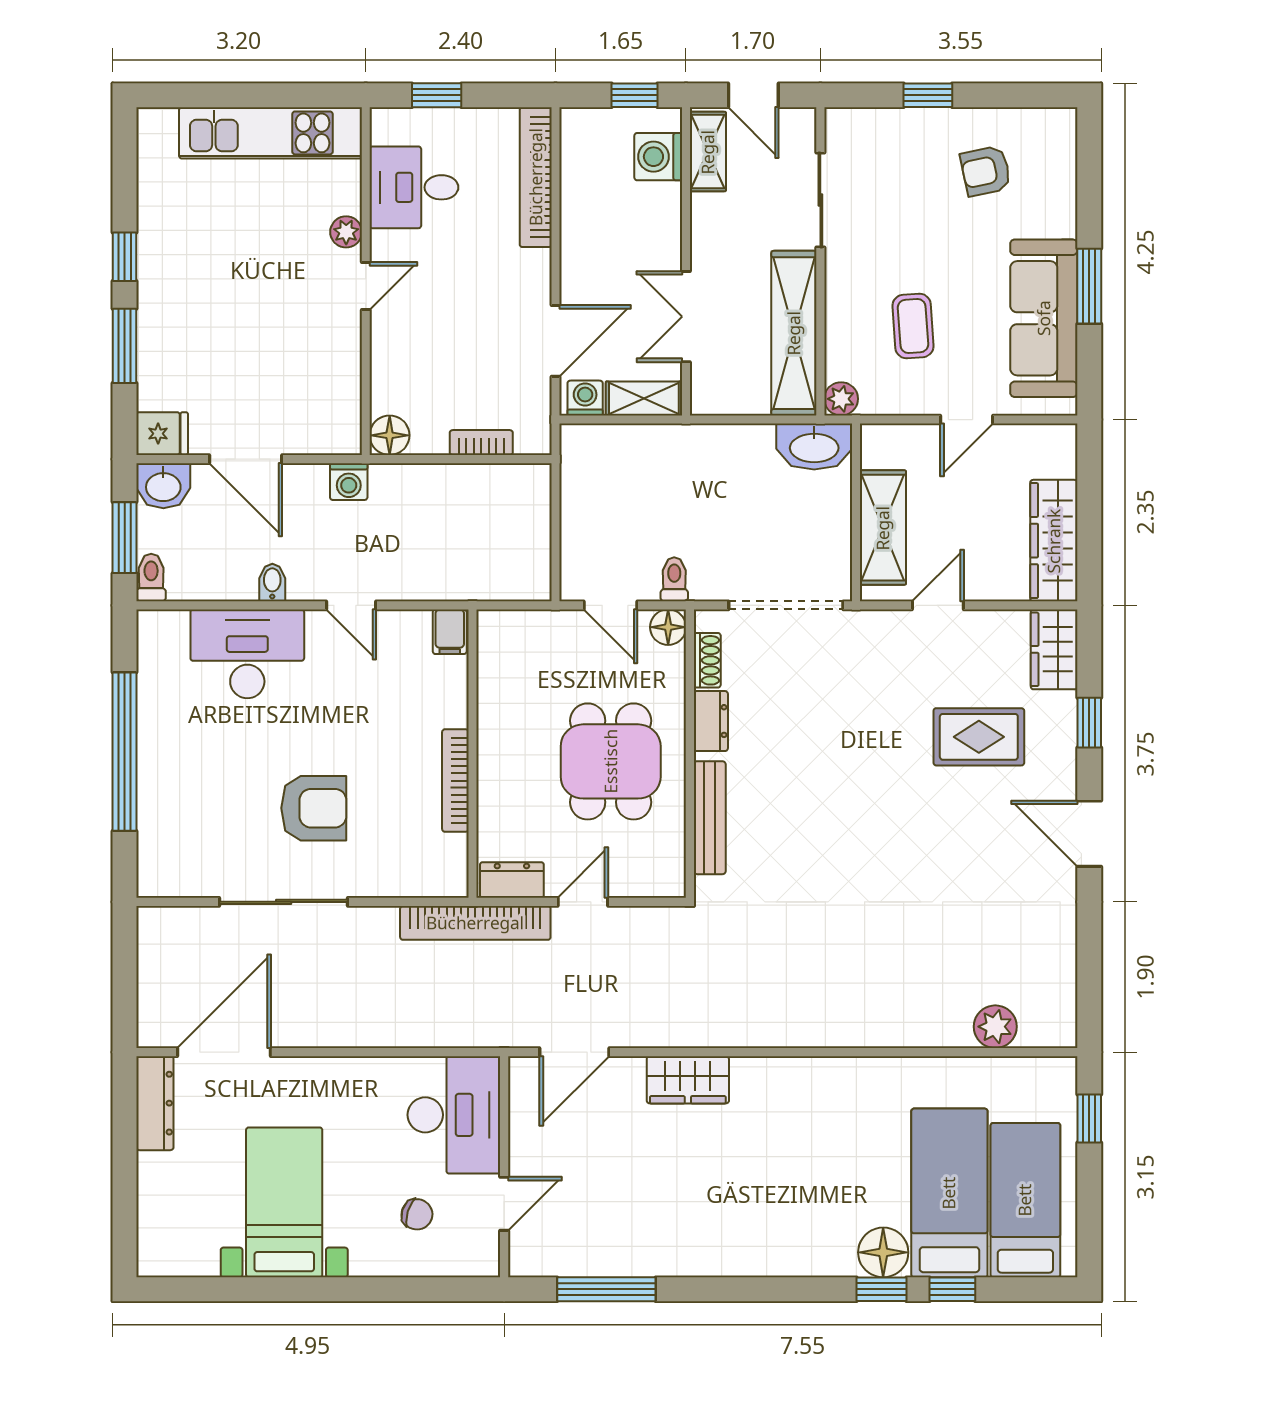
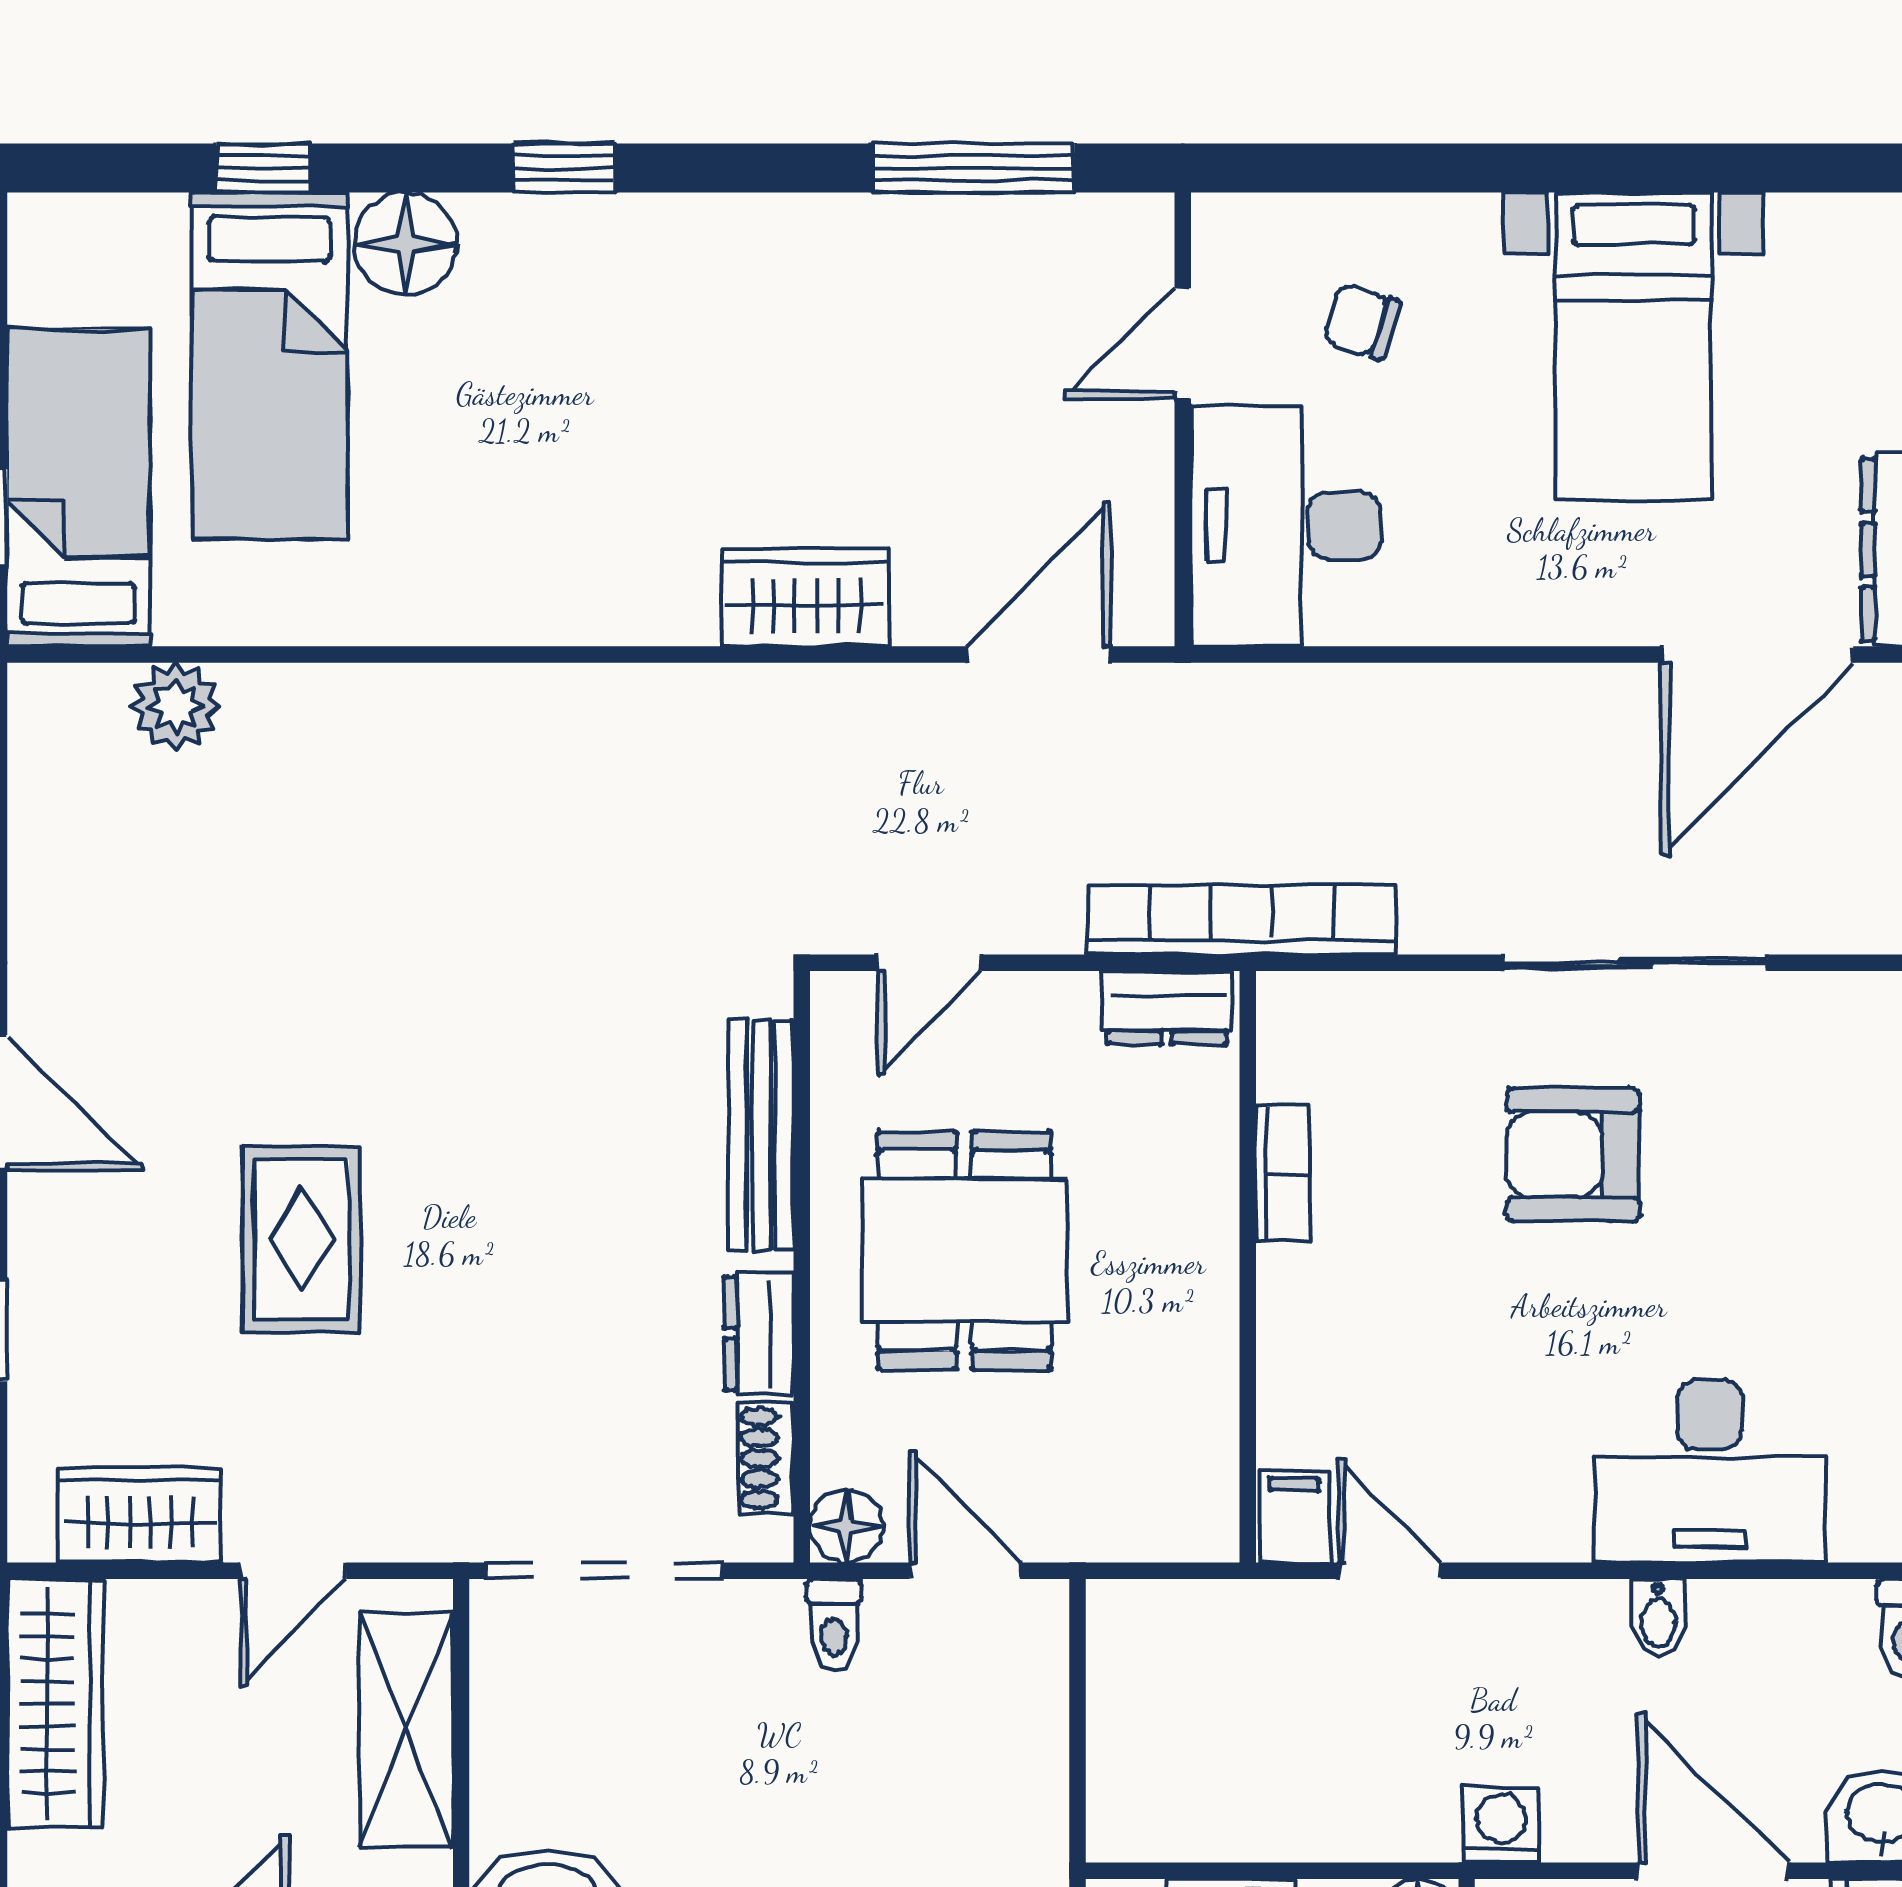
door: (351, 605) -> (1389, 1571), moved
wardrobe: (1054, 649) -> (139, 1515), moved, turned -90
rug: (979, 737) -> (302, 1239), moved, turned 90
bookcase: (455, 781) -> (1283, 1174), width x0.64
door: (583, 902) -> (929, 963), moved
bed: (1025, 1200) -> (78, 488), moved, turned 180
window: (882, 1289) -> (563, 168), moved

